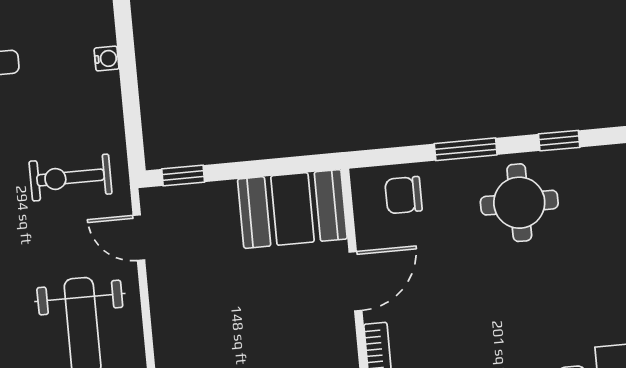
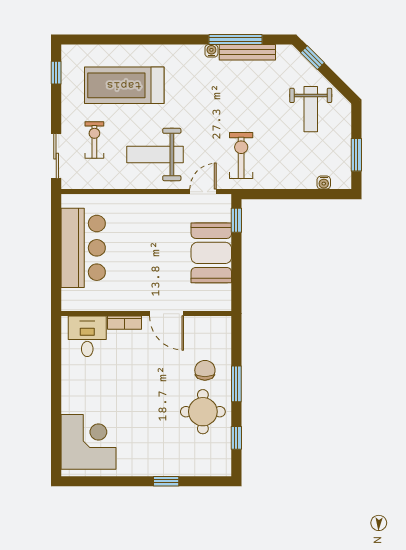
water cooler: (107, 59) -> (324, 183), moved
chair: (403, 195) -> (205, 370), moved
booth: (292, 209) -> (211, 253), moved

